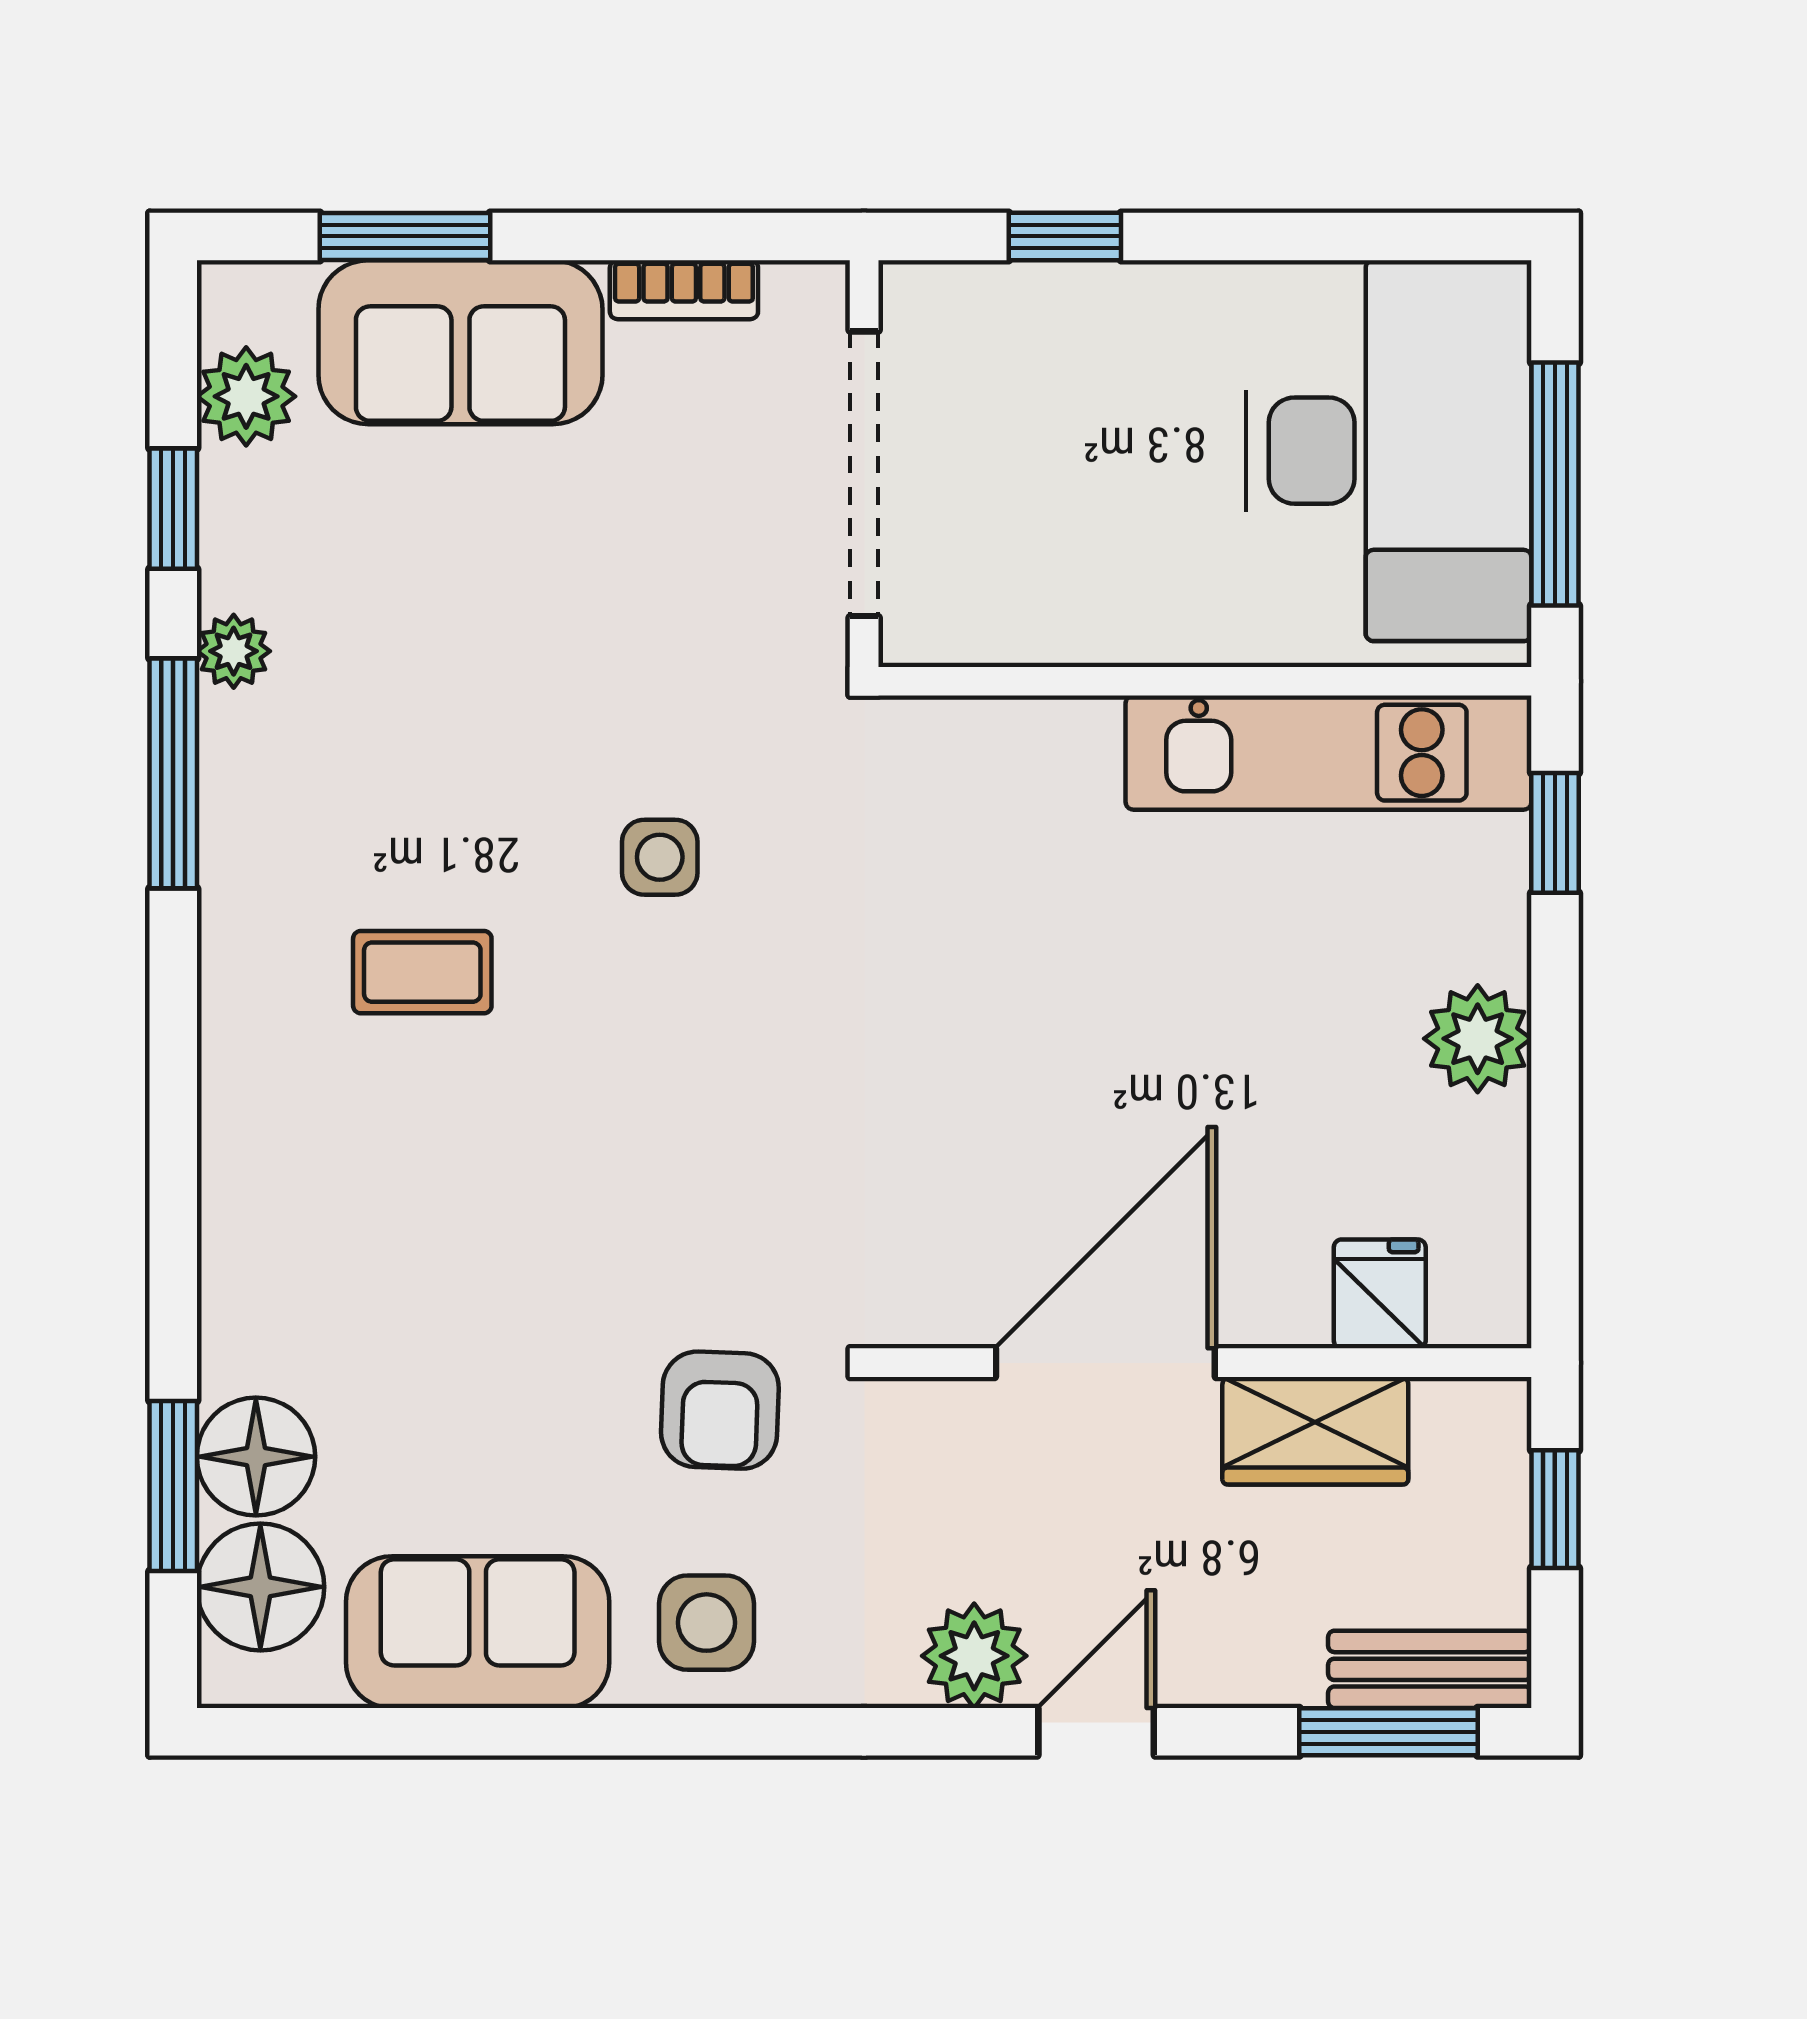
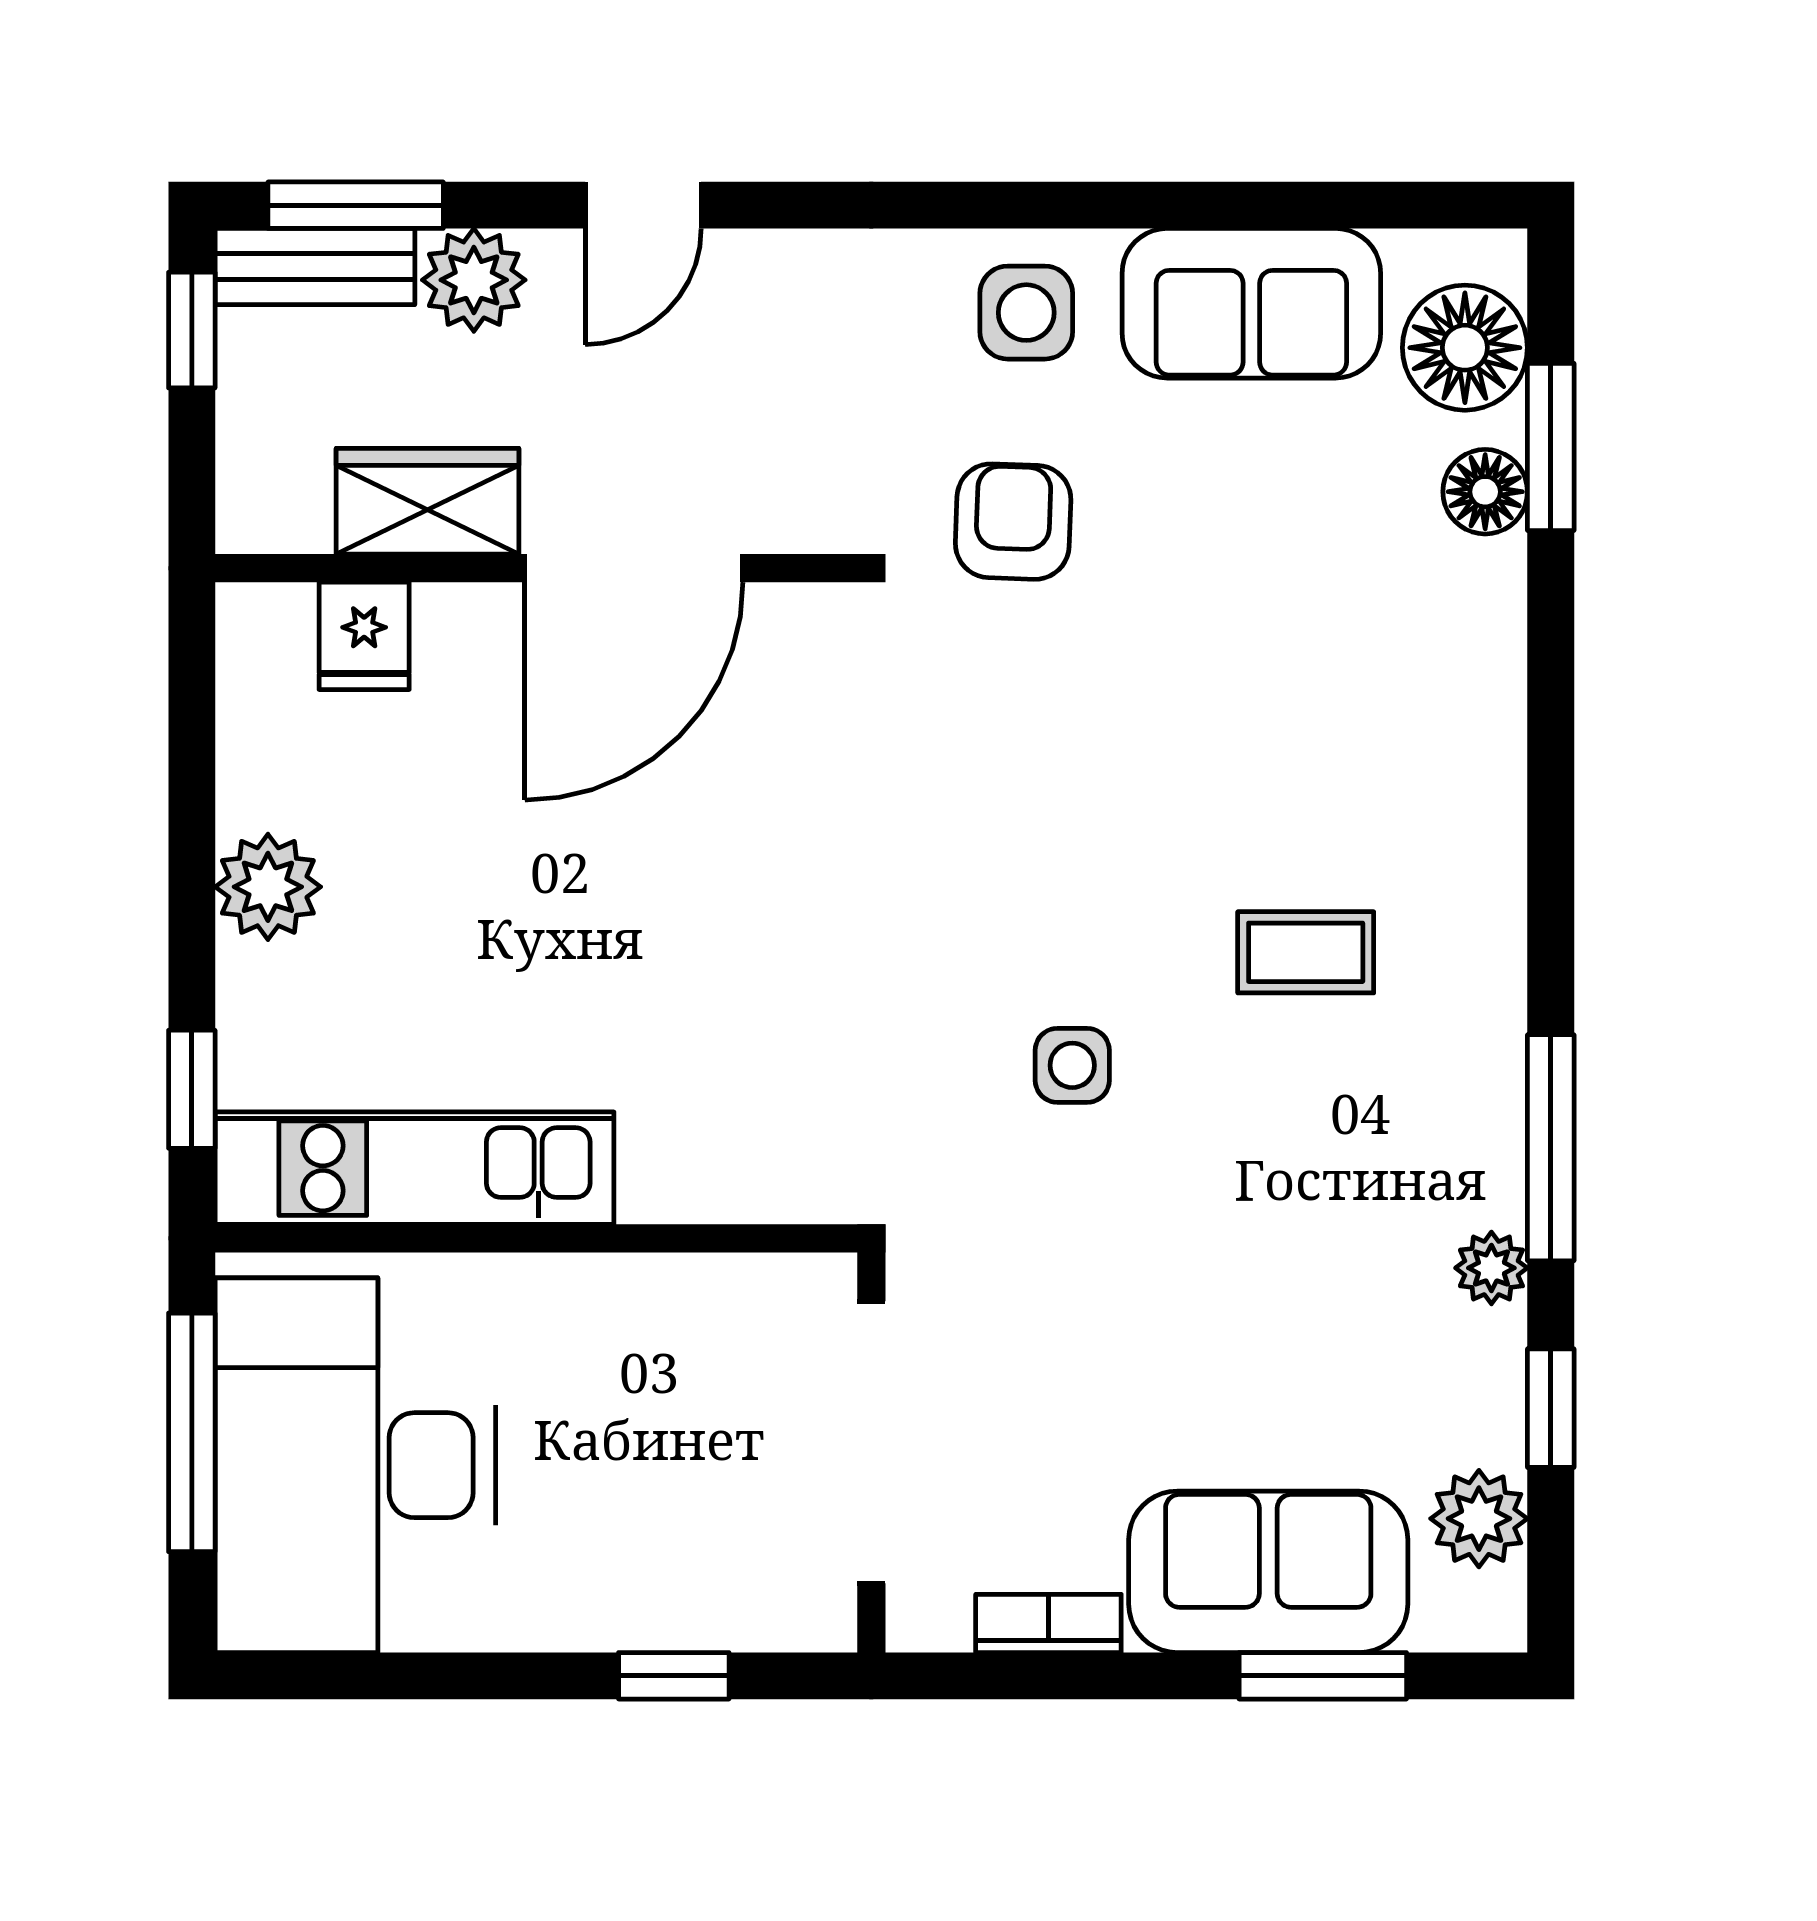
floor lamp: (256, 1457) -> (1485, 492), width x0.73, depth x0.73
window: (1555, 1509) -> (192, 330), moved
plant: (974, 1656) -> (474, 280), moved

